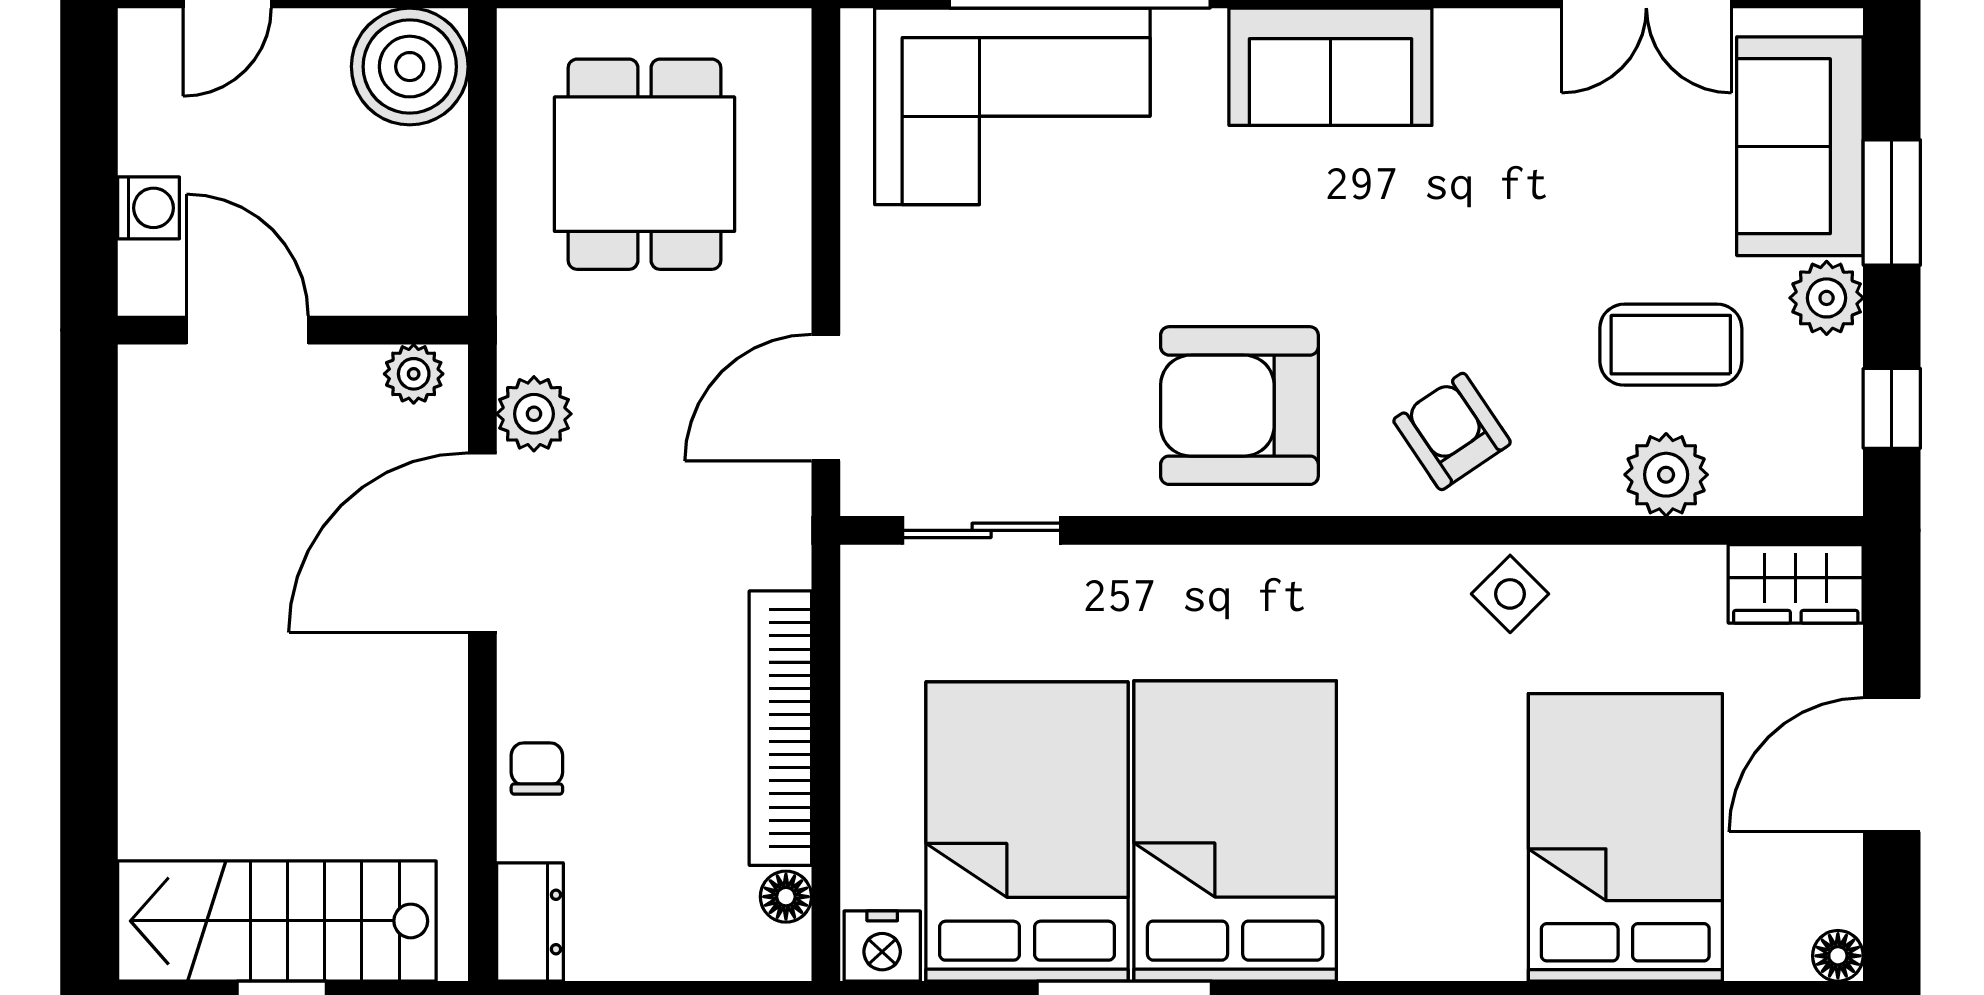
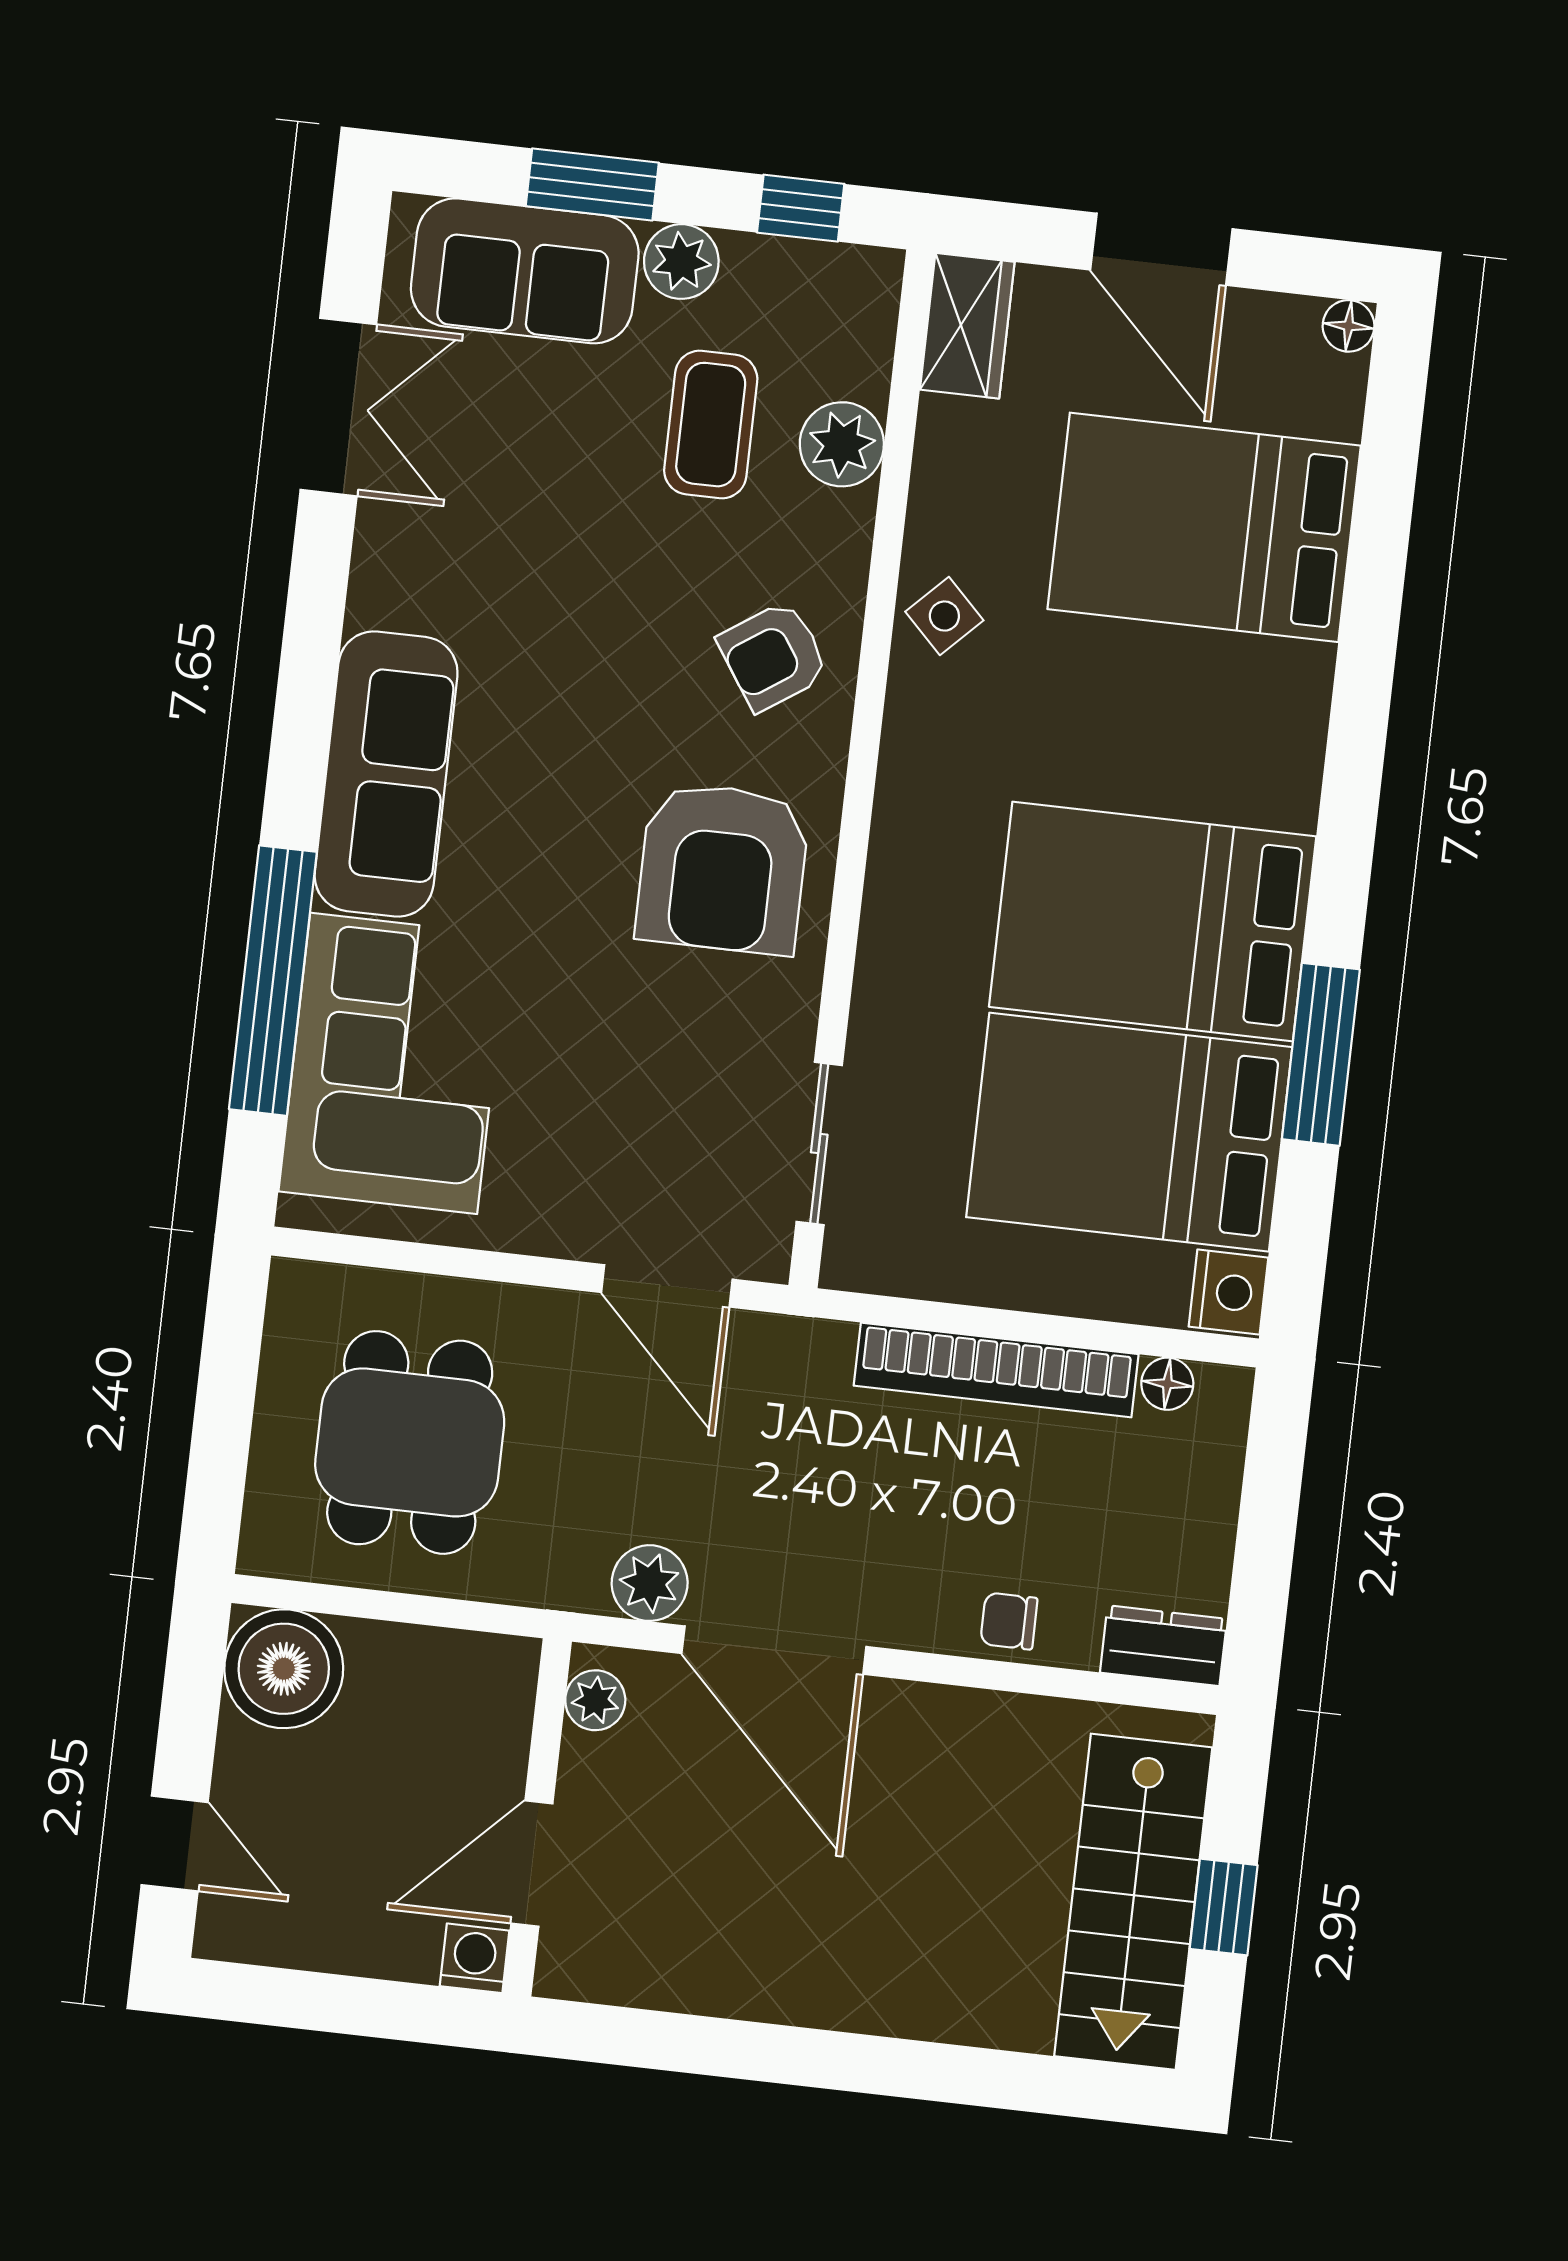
sofa: (1330, 67) -> (386, 774), width x1.36
dining table: (645, 164) -> (410, 1442), turned 90
washing machine: (149, 208) -> (475, 1958), moved

